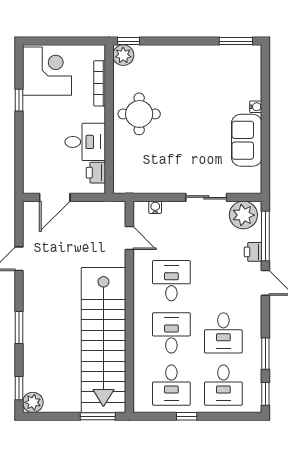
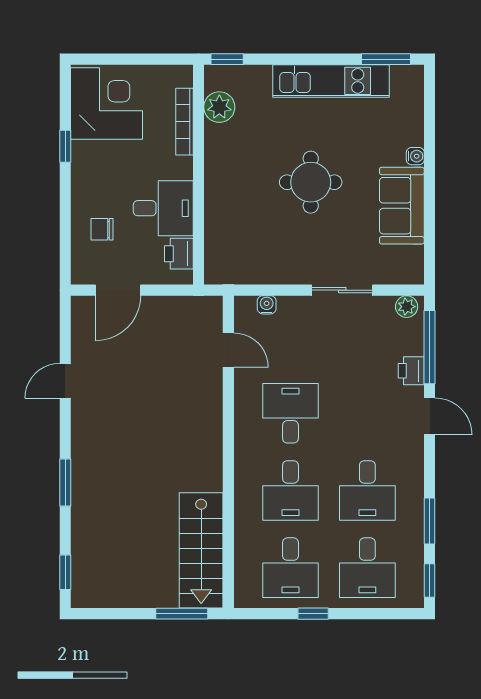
plant: (123, 55) -> (219, 107), moved
kitchen unit: (199, 56) -> (331, 81), added
round table: (139, 114) -> (311, 182), moved
chair: (44, 156) -> (102, 229), added
plant: (243, 215) -> (407, 307), width x0.53, depth x0.53
desk: (171, 333) -> (290, 490), turned 180
stairs: (103, 340) -> (201, 550), width x0.54, depth x0.66
plant: (33, 402) -> (86, 593), removed

